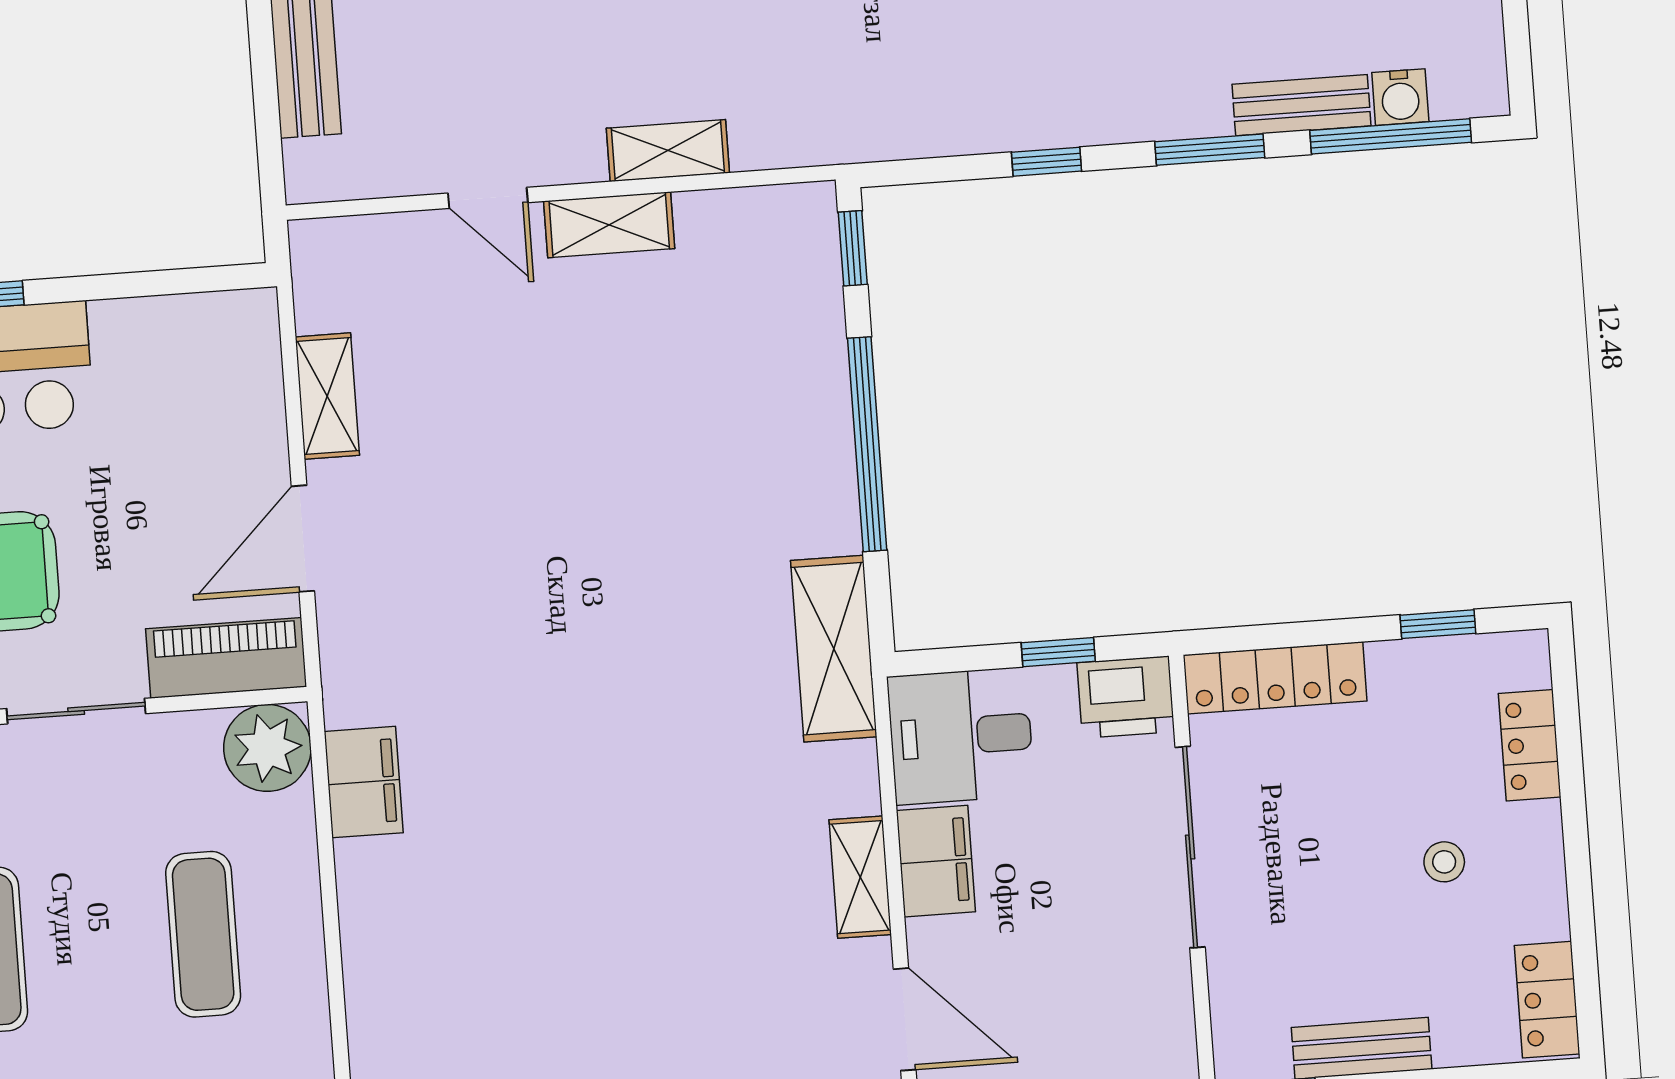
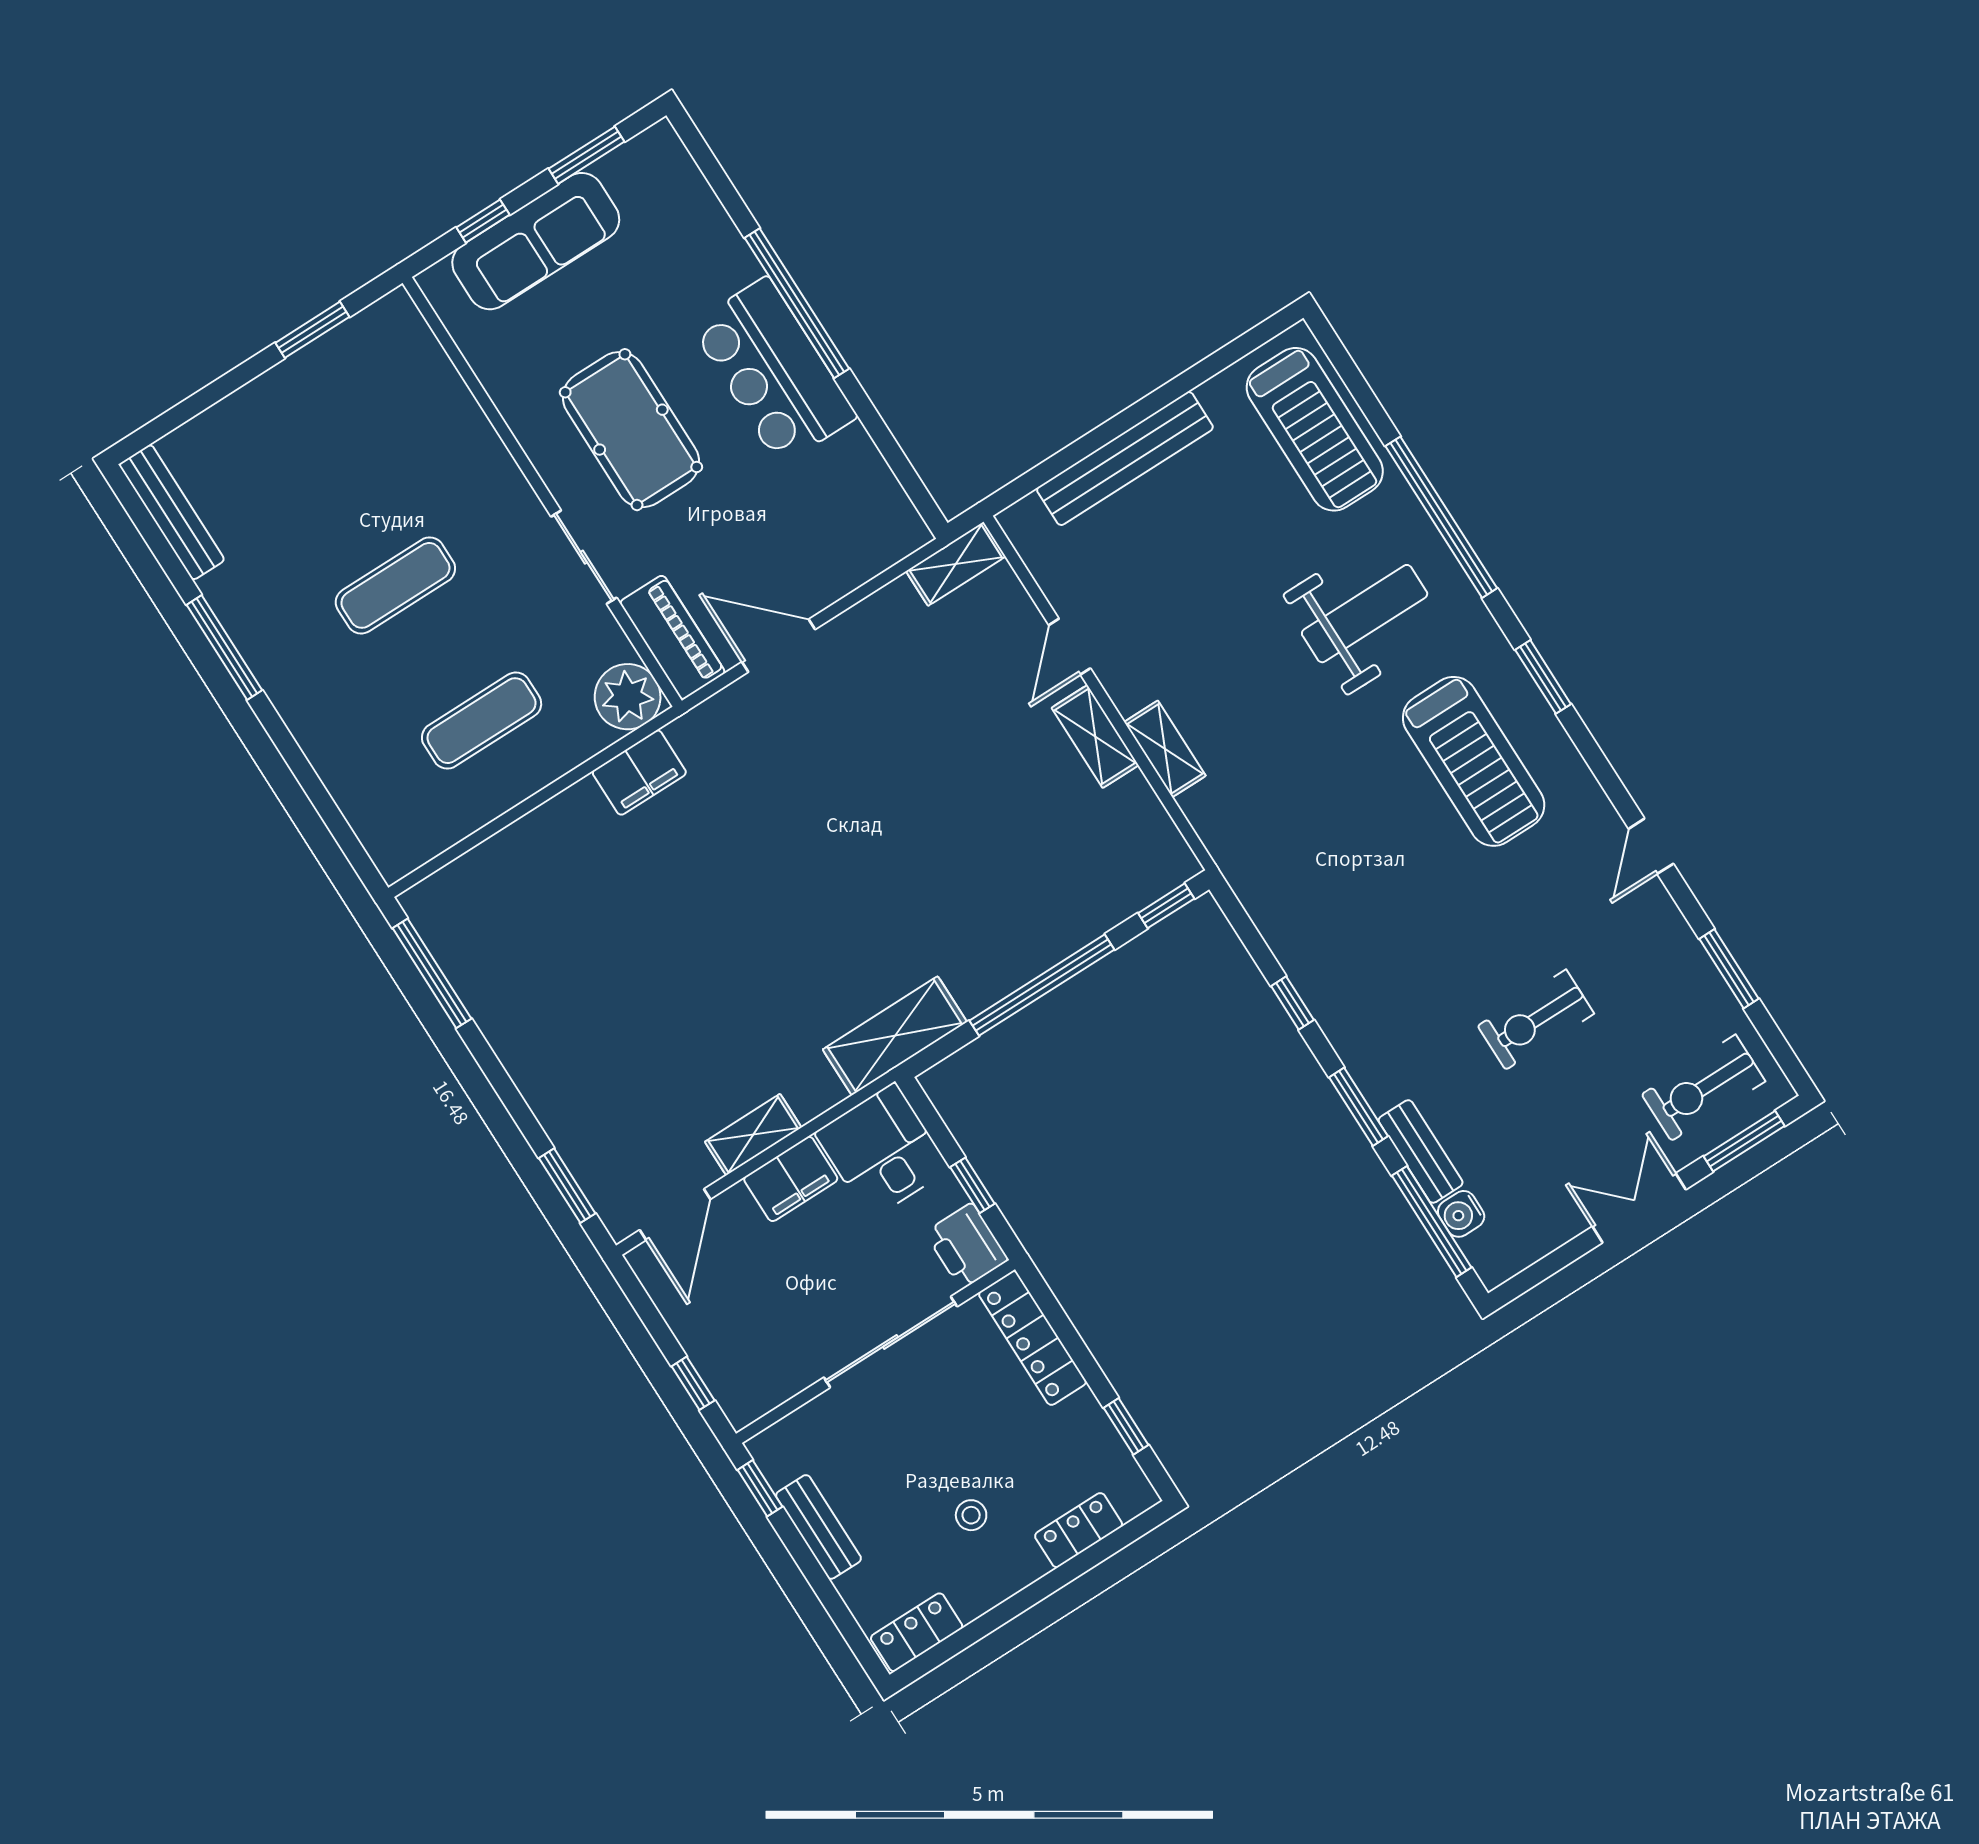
shelving: (327, 396) -> (956, 564), moved

